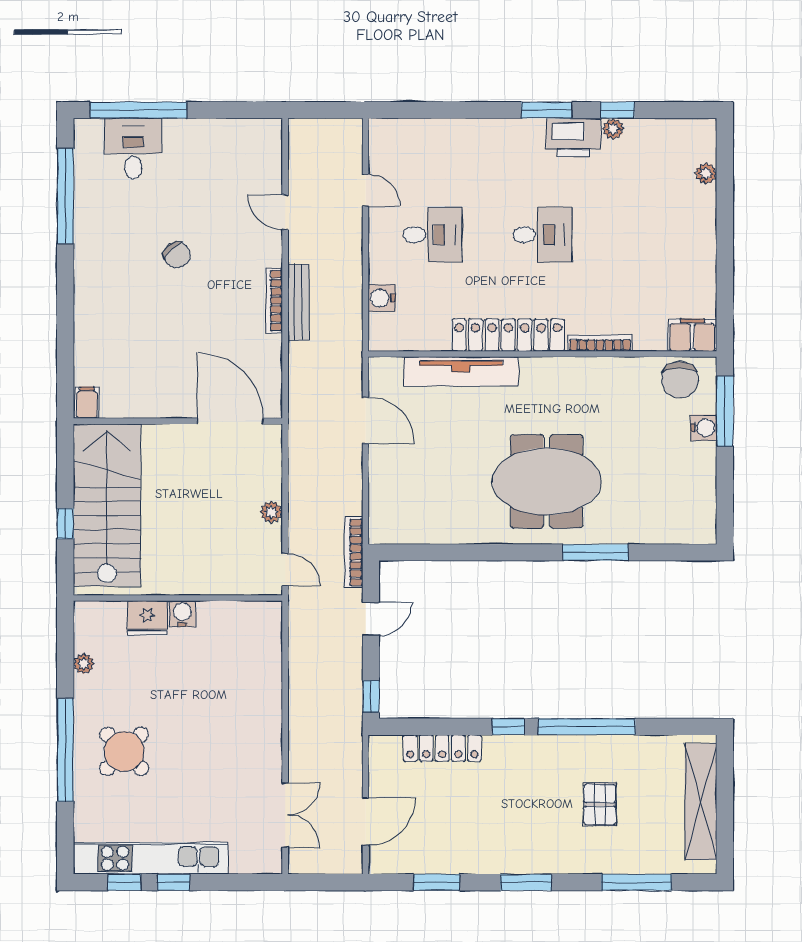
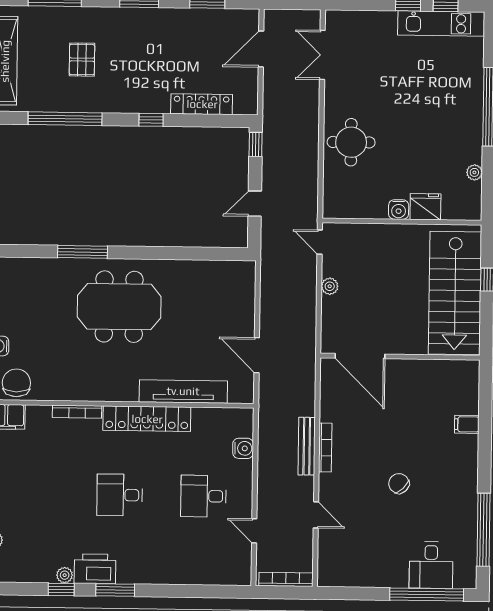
filing cabinet: (87, 403) -> (467, 424), moved, turned 90
bookcase: (354, 552) -> (286, 579), moved, turned -90
window: (587, 727) -> (65, 119), moved
round table: (124, 751) -> (351, 142), moved, turned 45
kitchen unit: (151, 858) -> (441, 24), width x0.73

